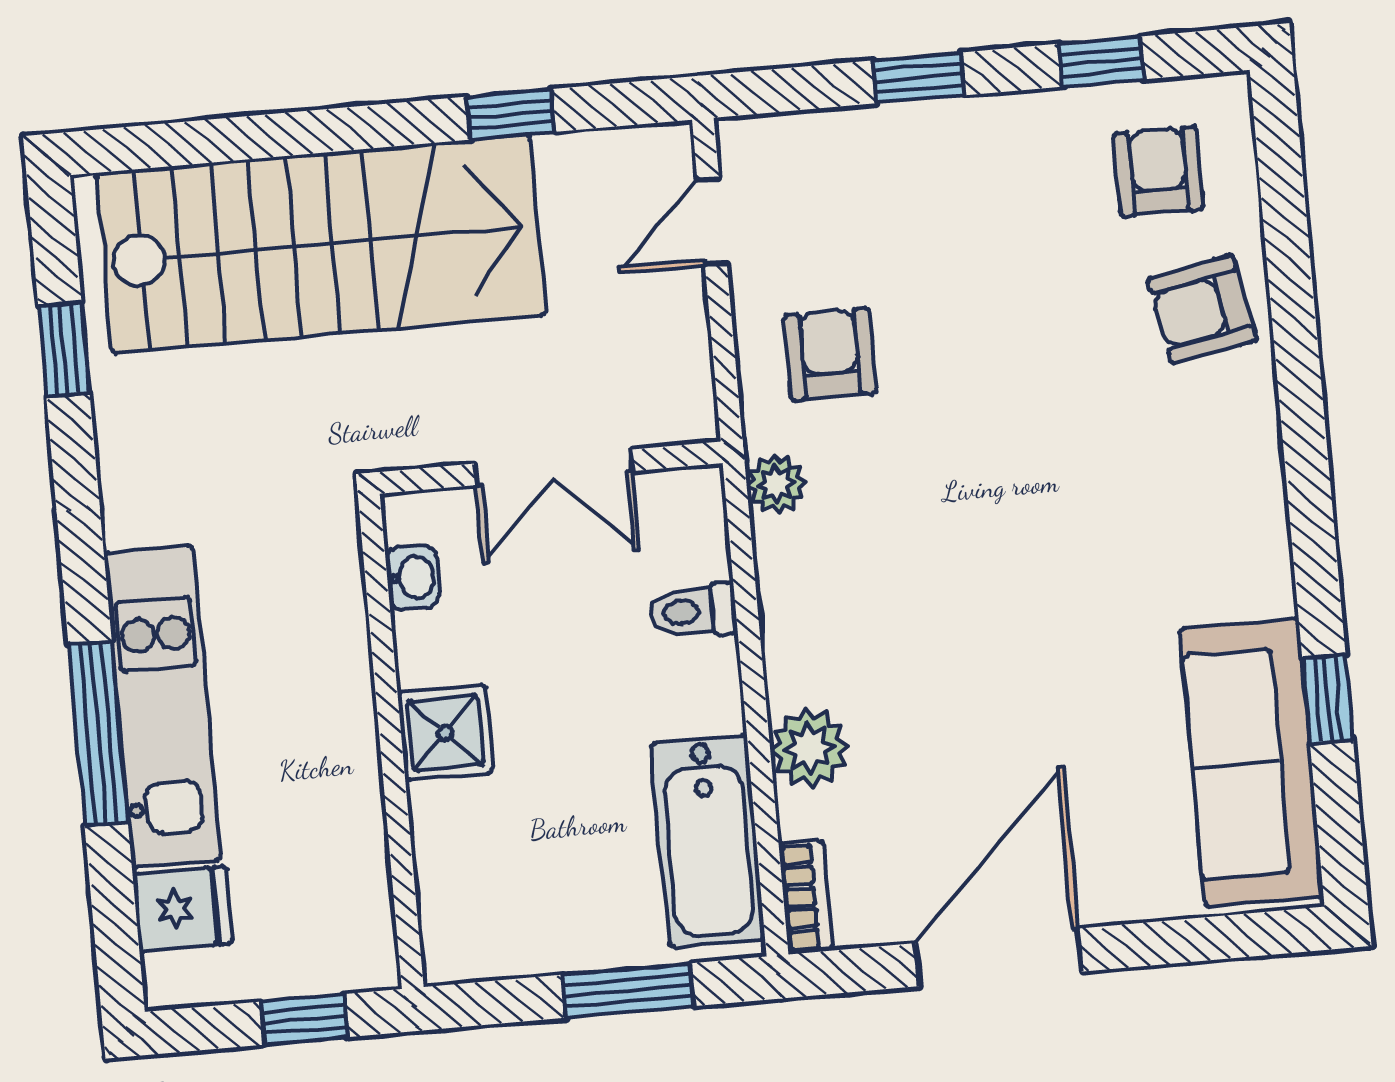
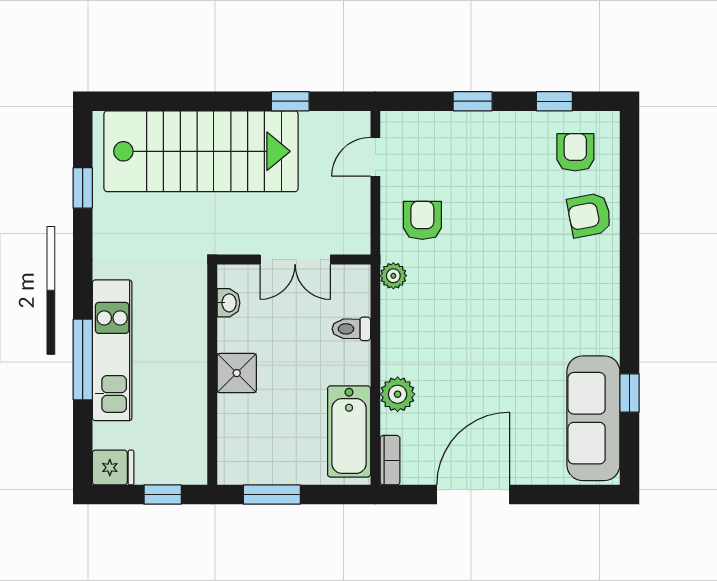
fridge: (182, 909) -> (113, 468), moved
window: (628, 990) -> (272, 495), moved

